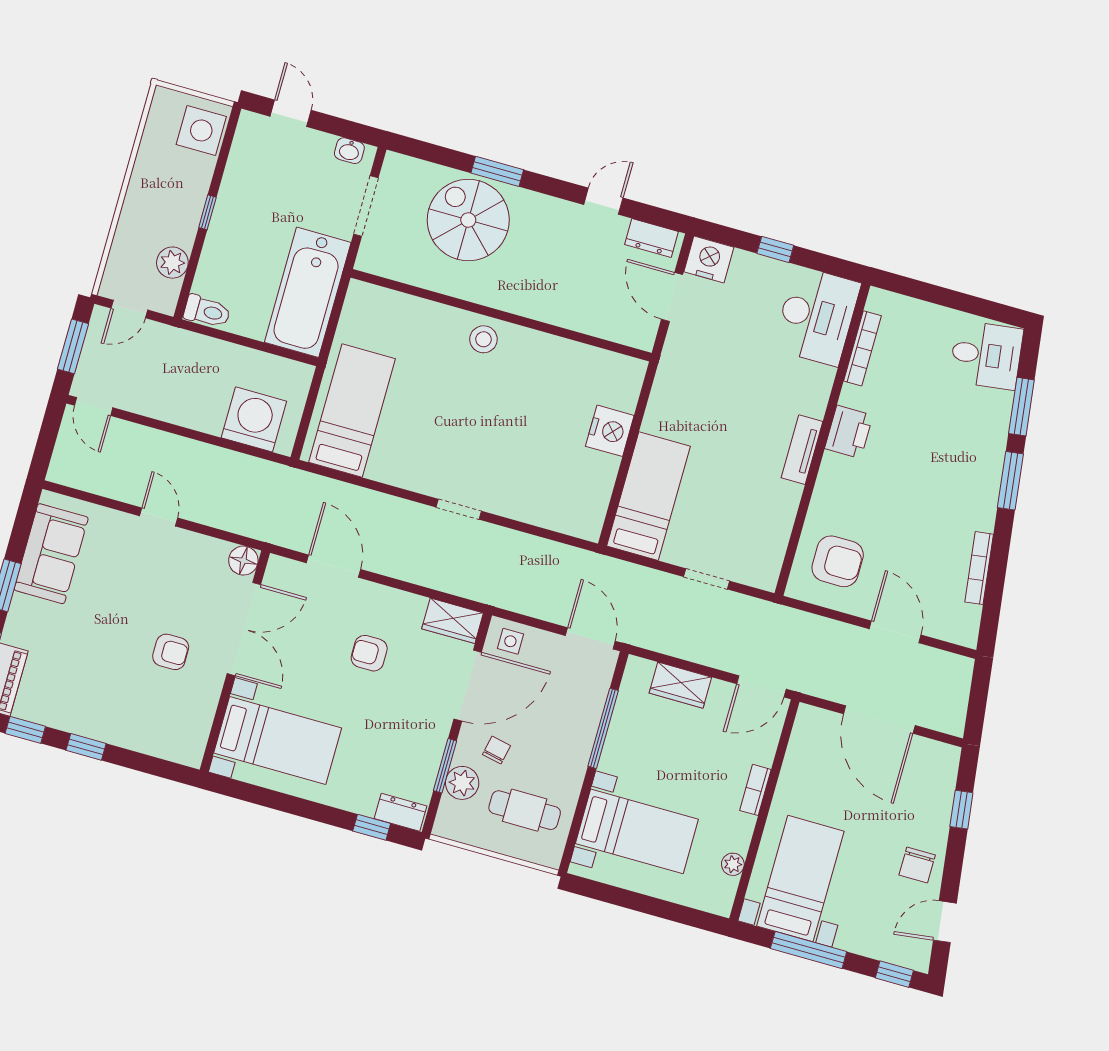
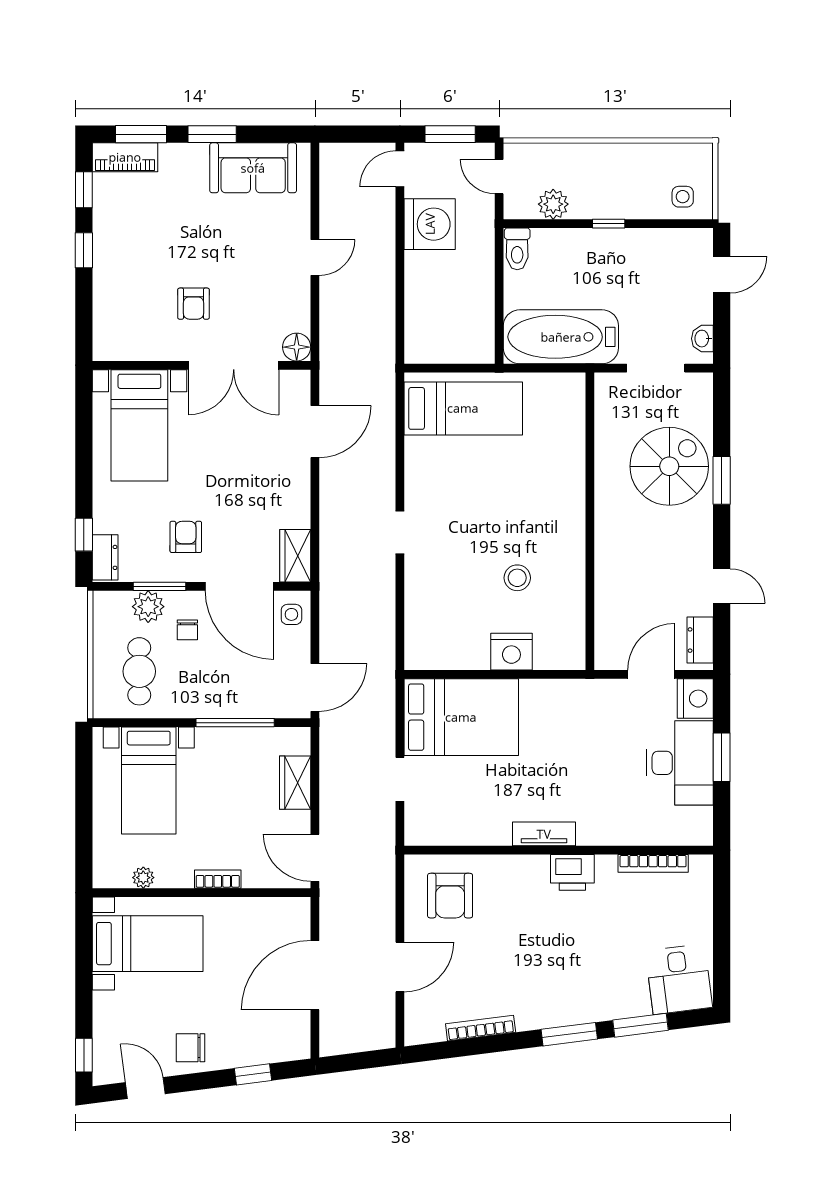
side table: (201, 130) -> (683, 197), width x0.54, depth x0.54
window: (775, 249) -> (722, 757), width x1.50
desk: (817, 316) -> (680, 763), moved, turned -90
stool: (483, 339) -> (517, 578), moved
washing machine: (254, 419) -> (430, 224), moved
bed: (649, 496) -> (461, 717), width x1.50
armchair: (369, 653) -> (186, 537), moved
chair: (497, 750) -> (187, 630), turned 78
window: (809, 950) -> (84, 970), removed

